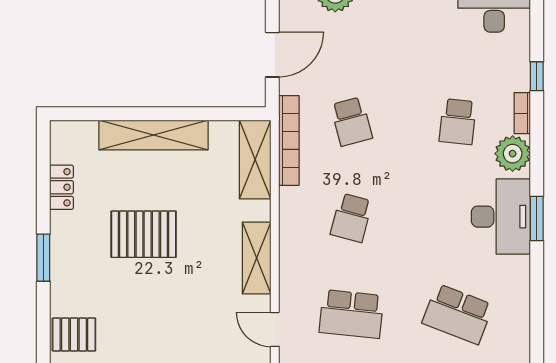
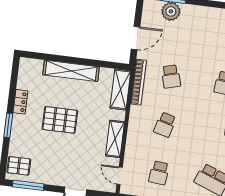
locker: (62, 187) -> (20, 102), moved
school desk: (351, 314) -> (159, 173), width x0.54

